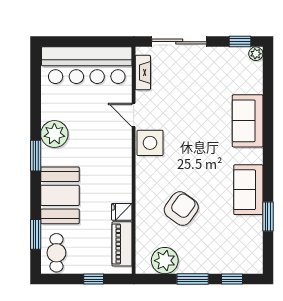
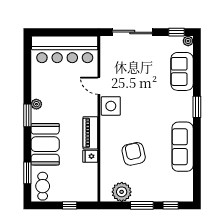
fireplace: (143, 73) -> (106, 55), removed
sofa: (248, 121) -> (182, 71), moved
plant: (54, 134) -> (36, 104), width x0.53, depth x0.53
sofa: (248, 190) -> (183, 147), width x1.36
armchair: (181, 209) -> (134, 154), turned -49
window: (268, 216) -> (197, 107), moved
piano: (122, 244) -> (90, 133), moved

